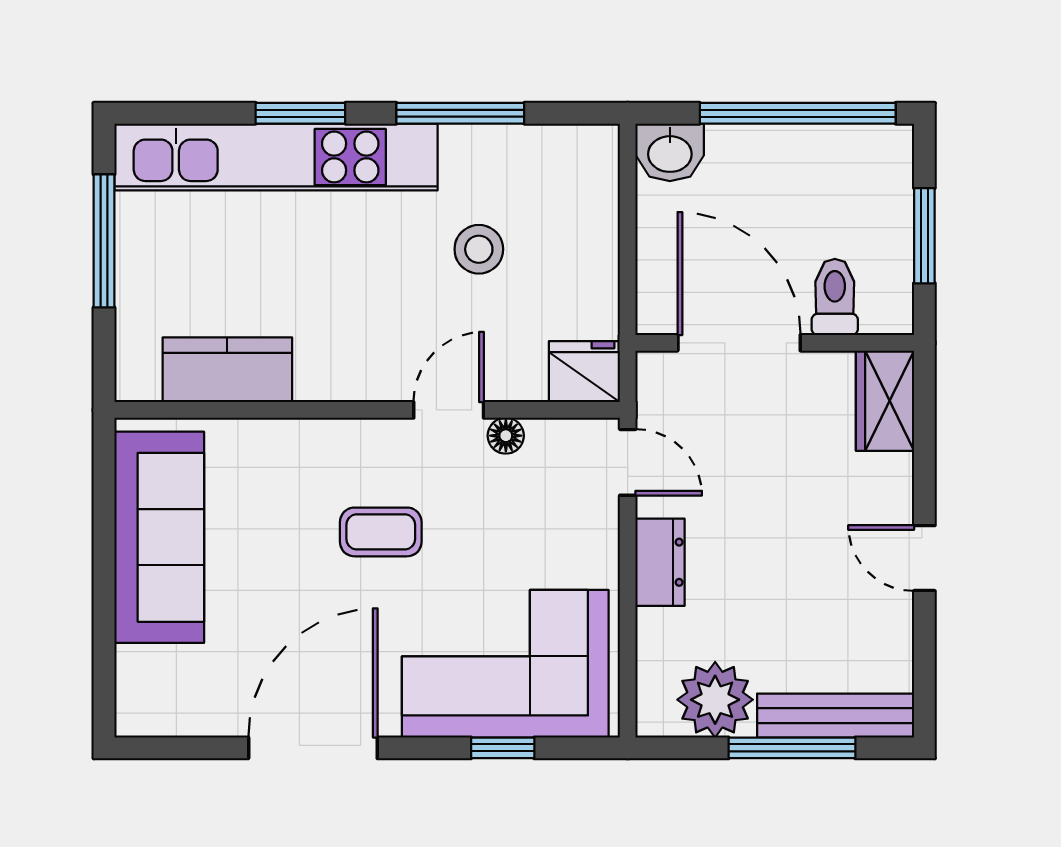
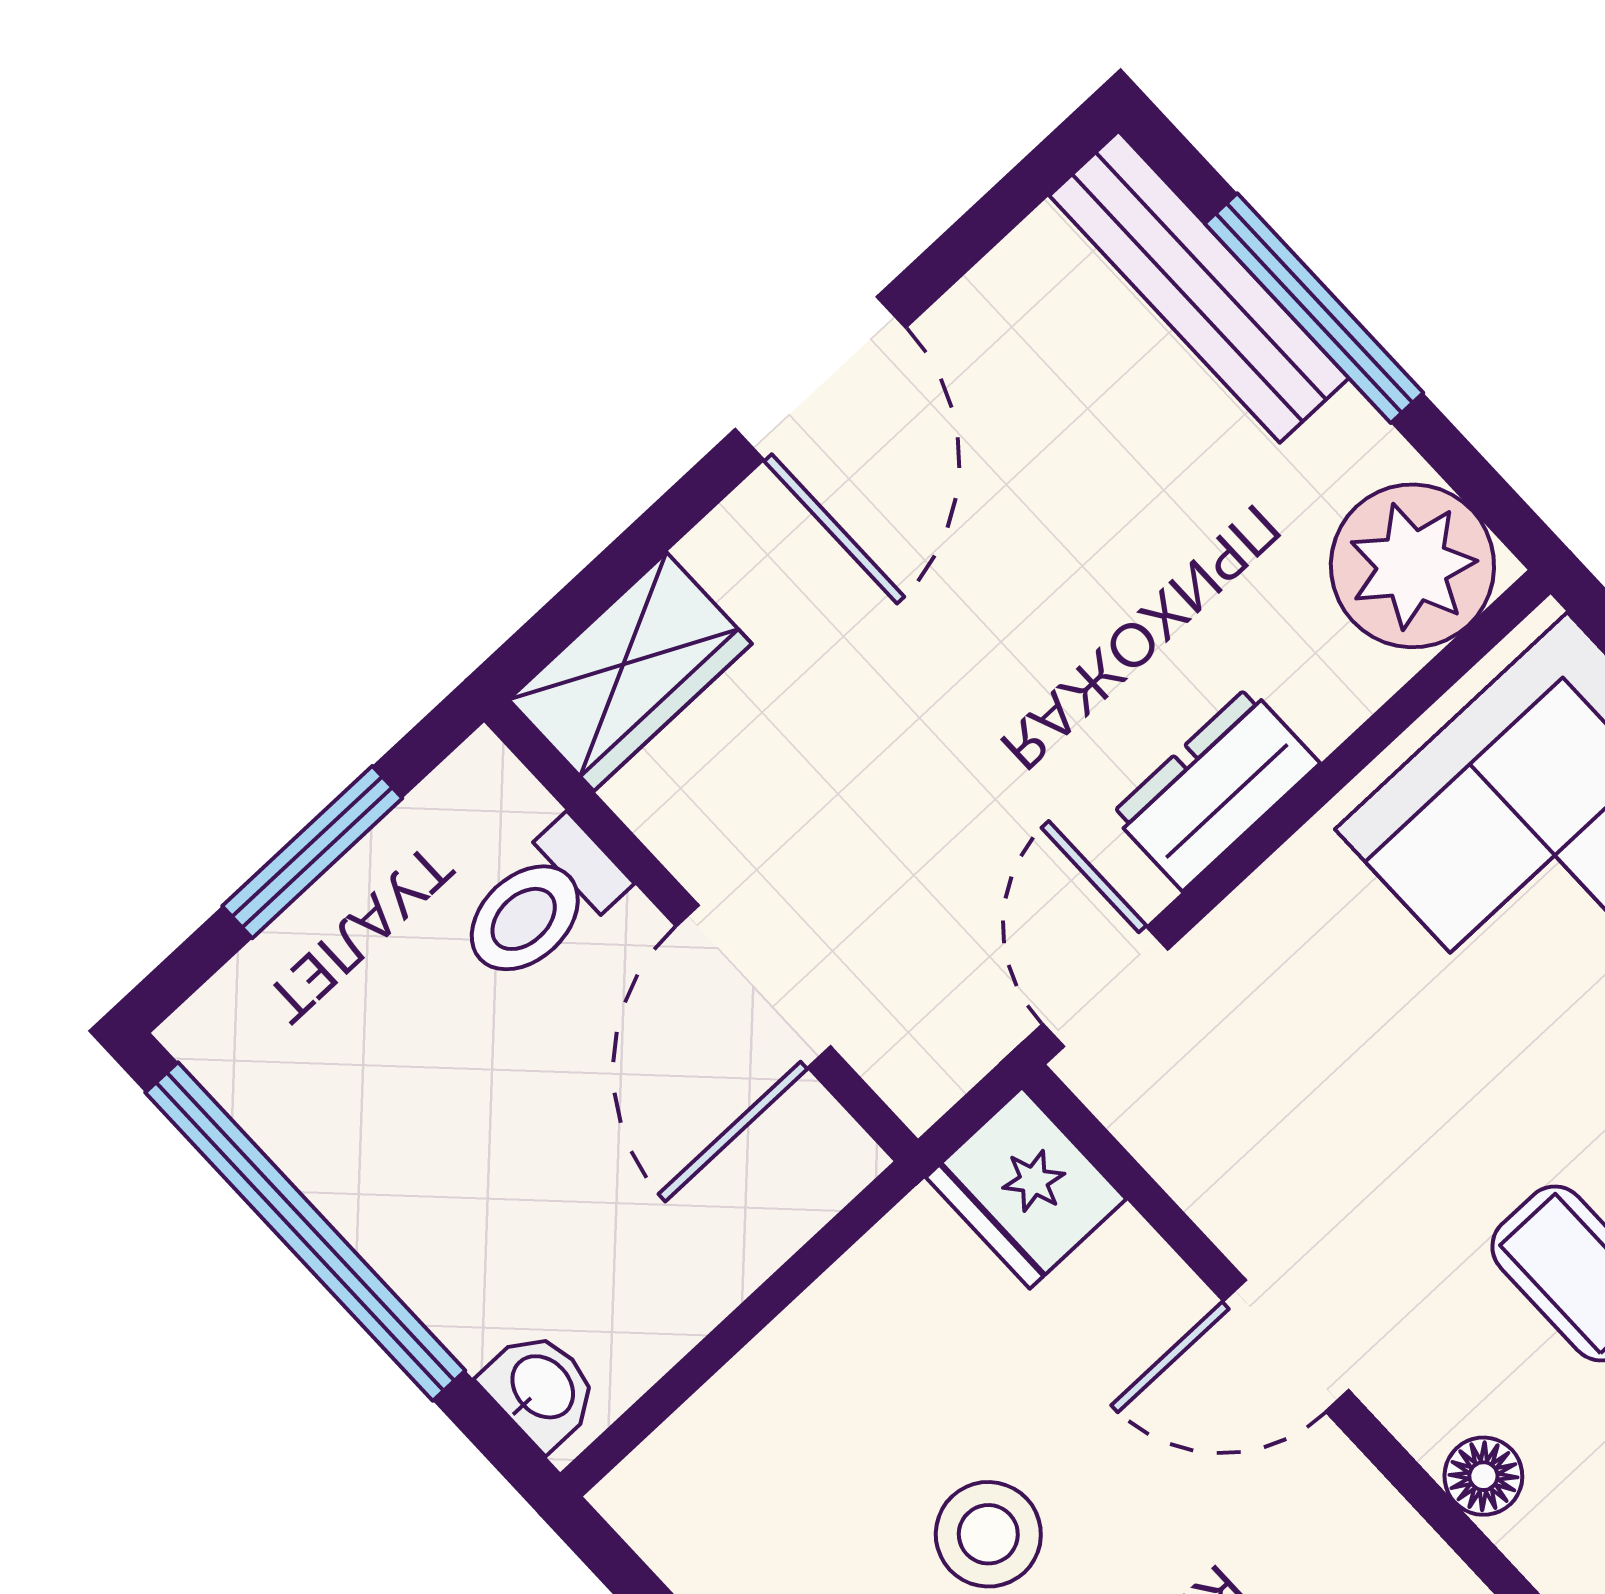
washbasin: (670, 152) -> (541, 1389), width x0.72, depth x0.69
door: (739, 343) -> (753, 987), width x0.73
floor lamp: (506, 436) -> (1483, 1476), moved
door: (924, 558) -> (820, 378), width x1.38
plant: (715, 700) -> (1412, 566), moved

